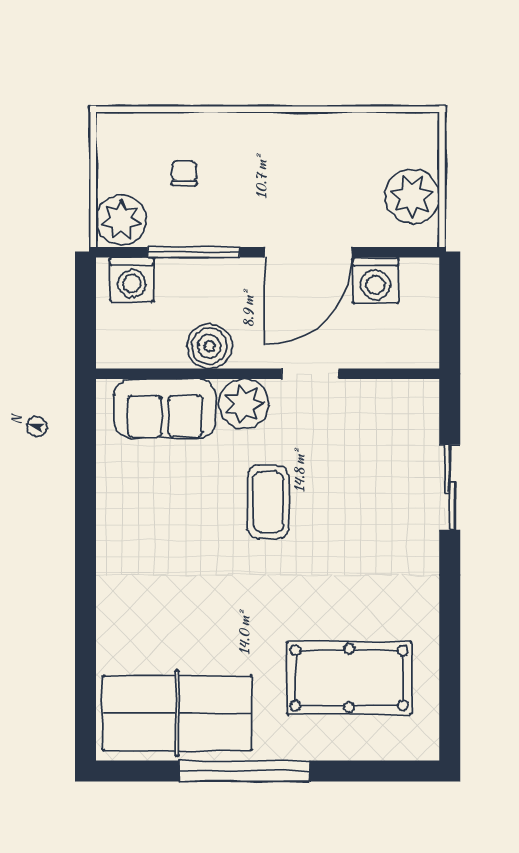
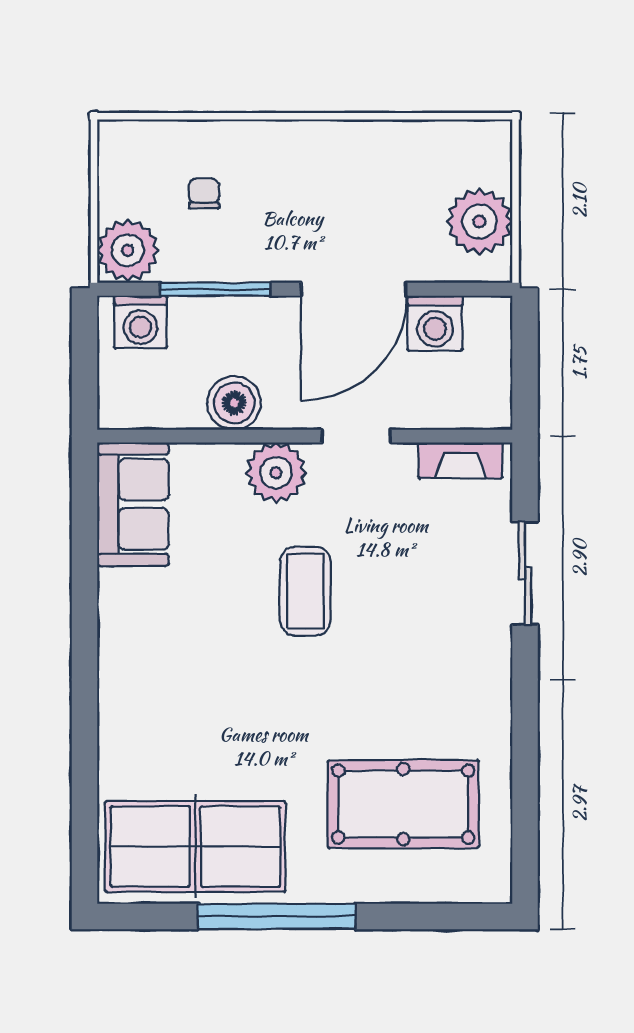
fireplace: (396, 394) -> (460, 460), added
sofa: (165, 409) -> (133, 504), moved, turned -90

